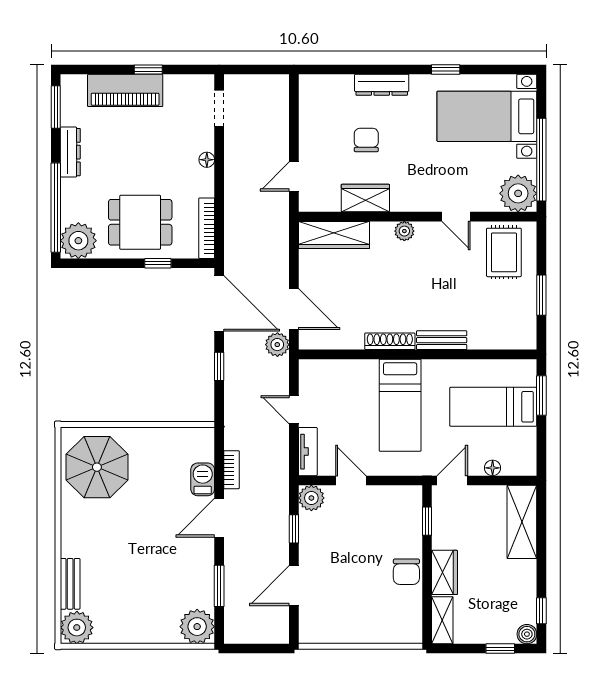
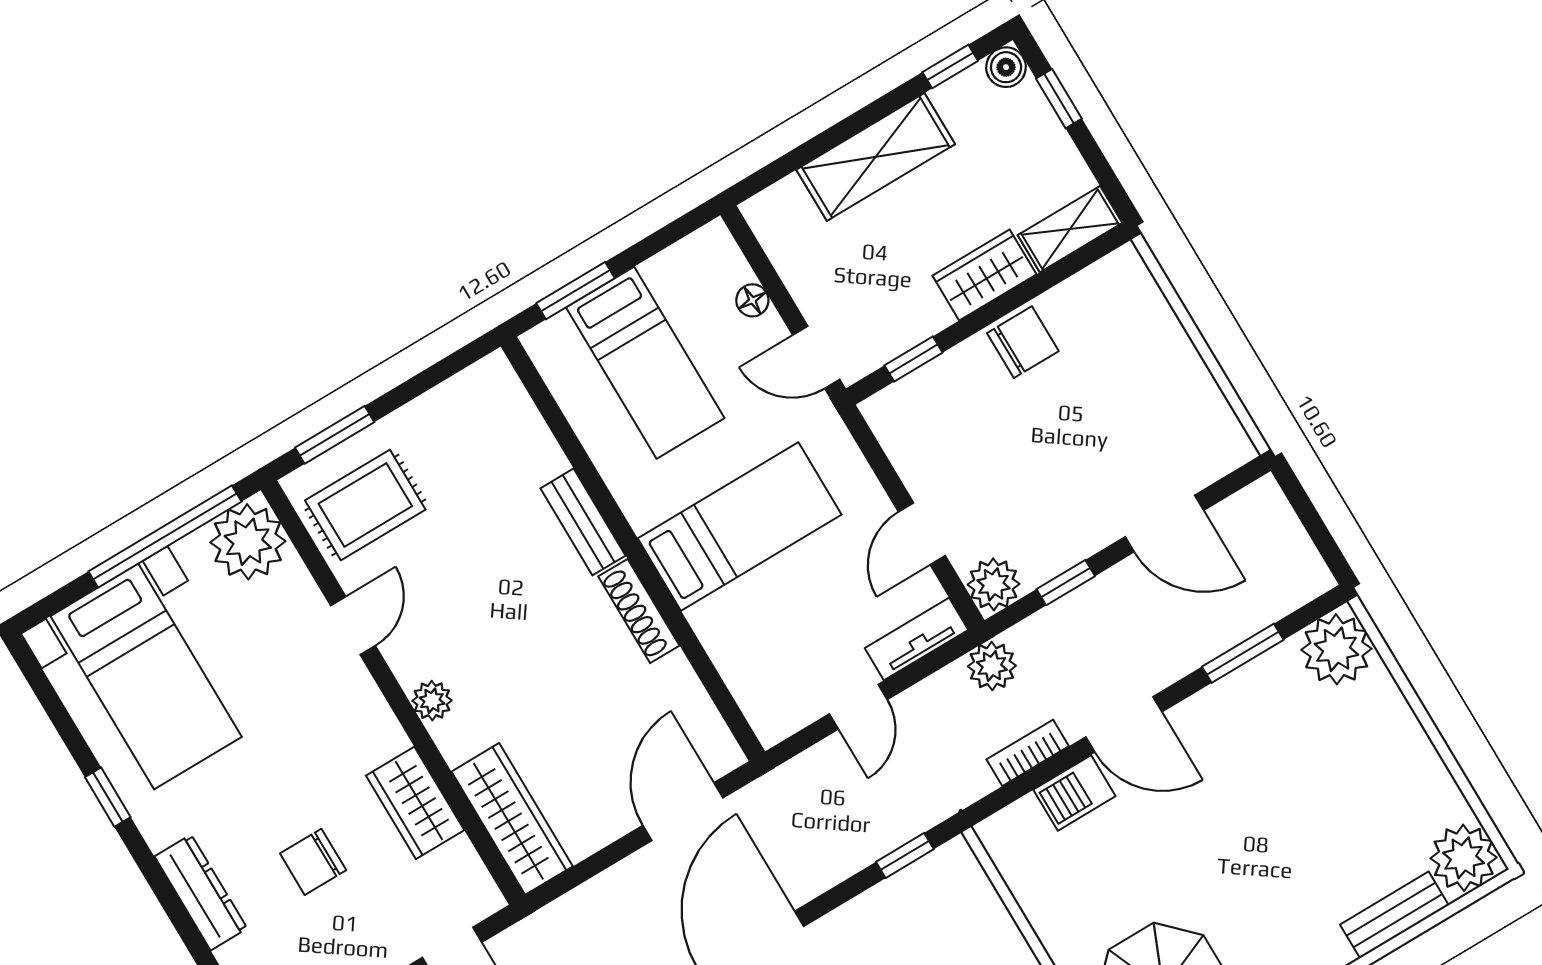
window: (541, 295) -> (335, 435), moved
plant: (277, 345) -> (992, 666), moved
window: (219, 366) -> (905, 855), moved
shelving: (522, 522) -> (876, 157), moved

